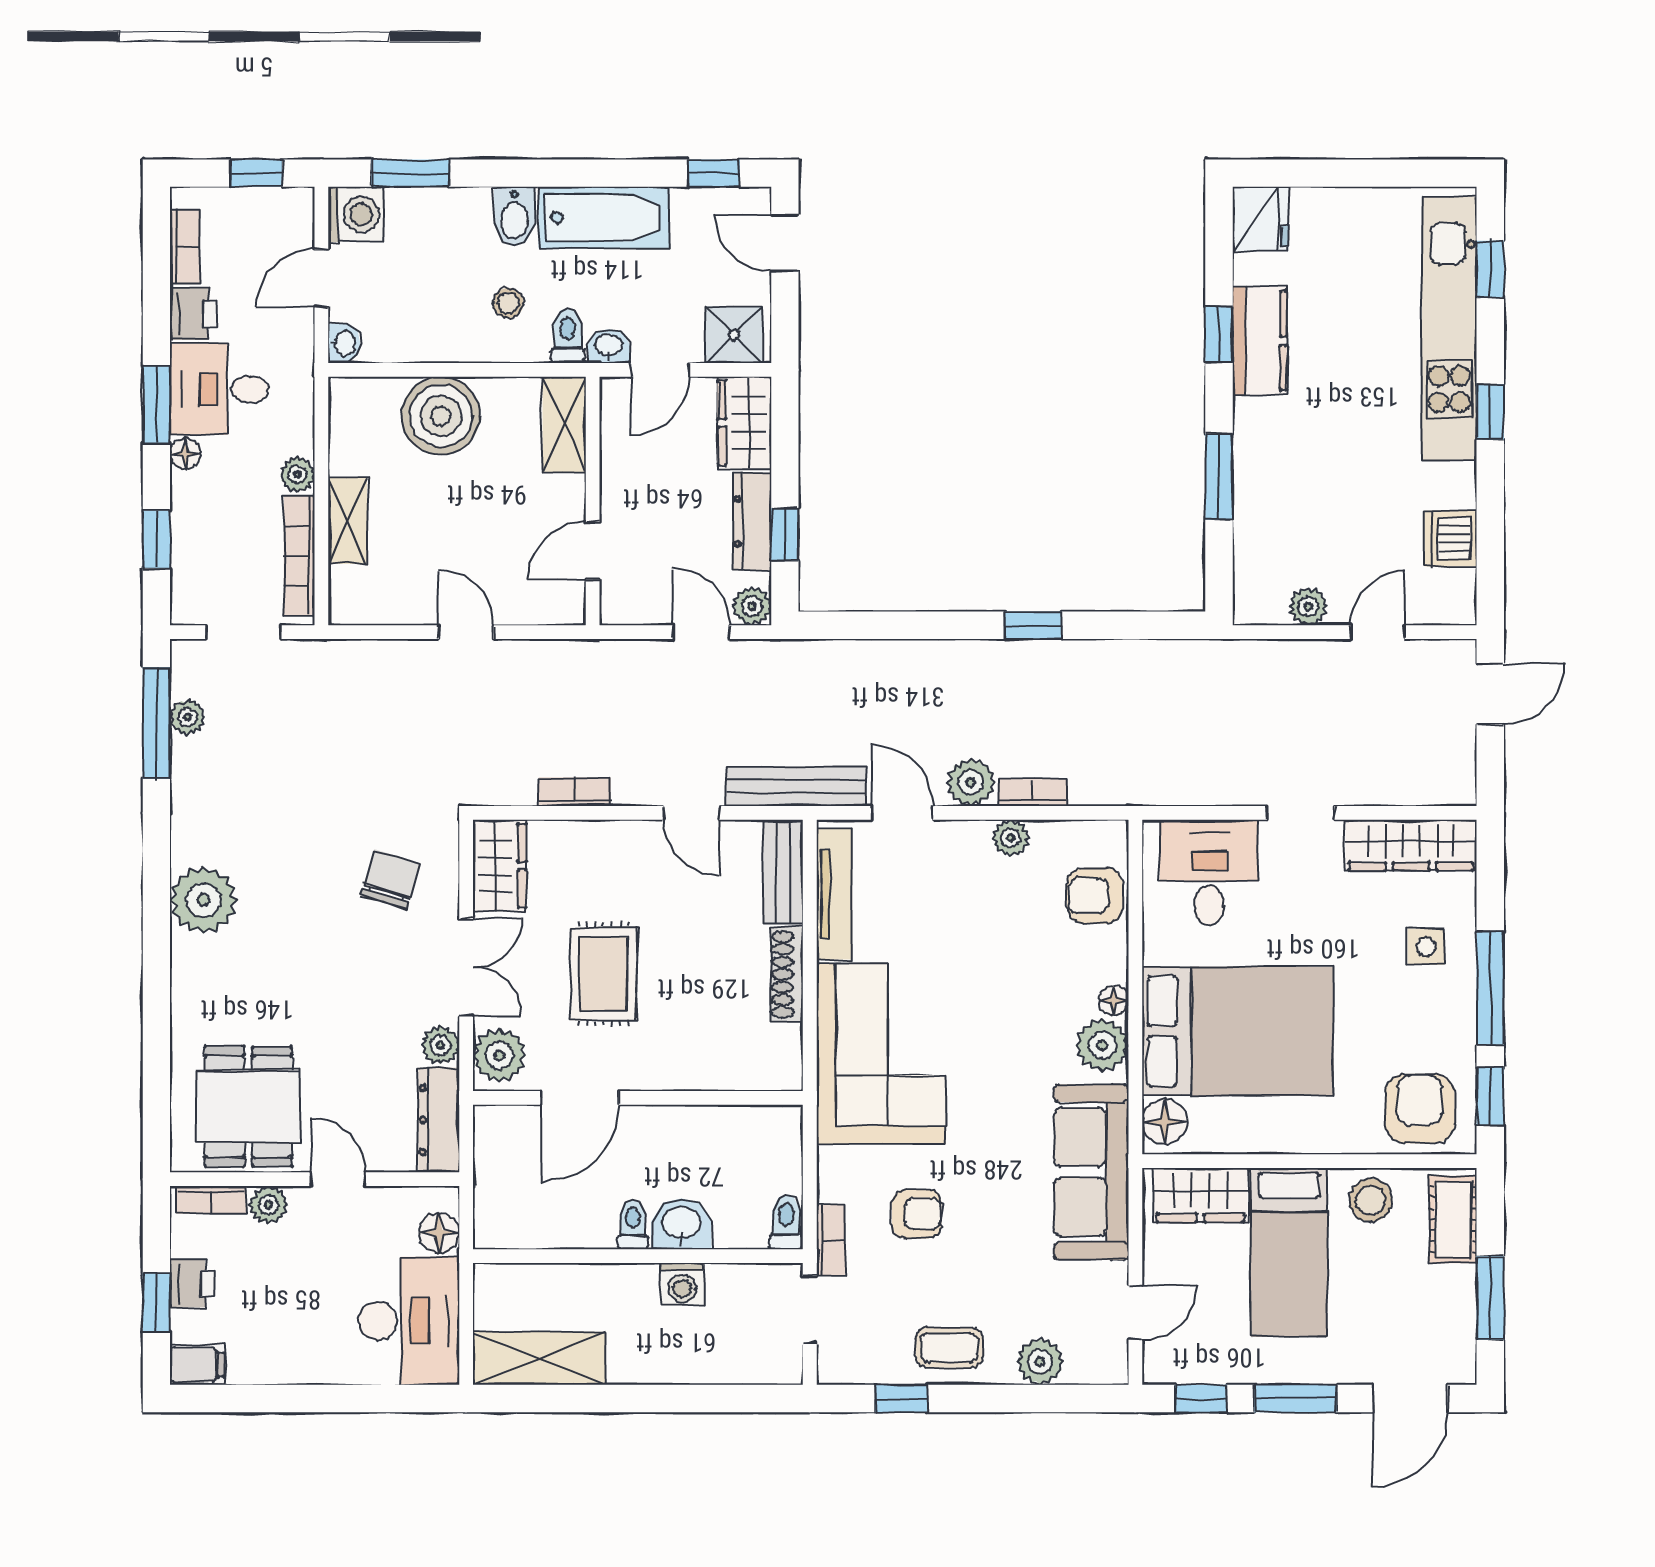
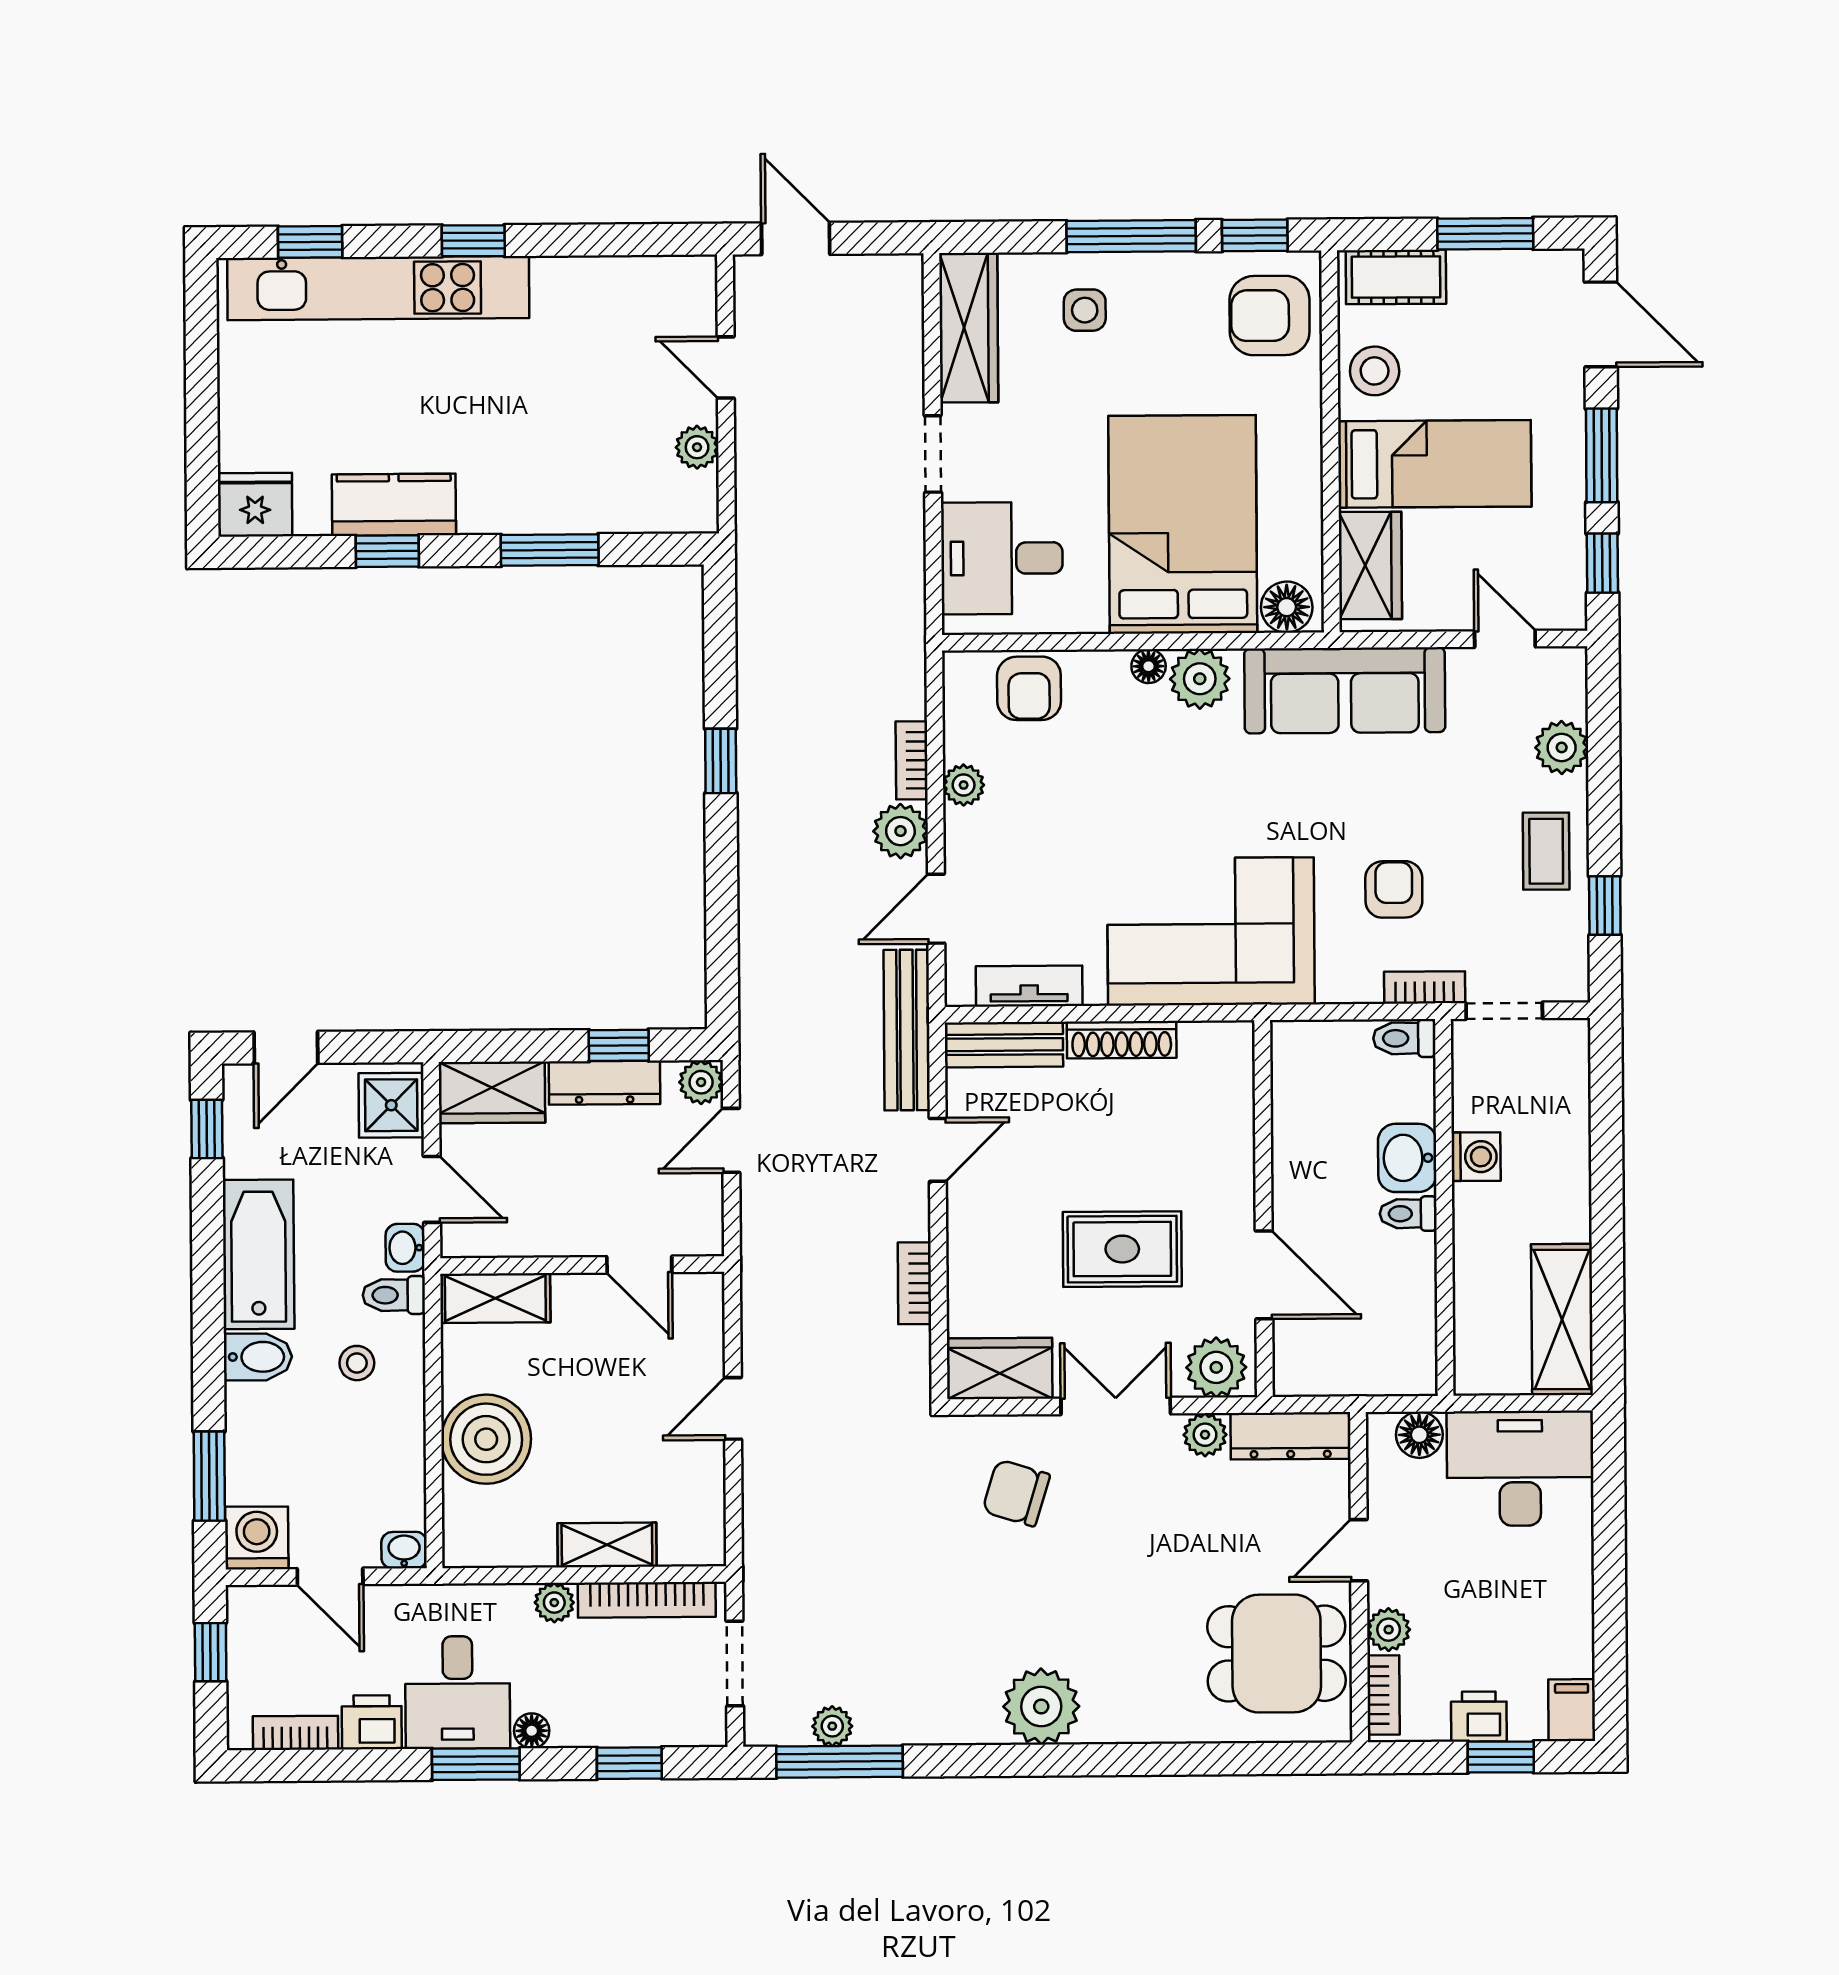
dishwasher: (1451, 538) -> (618, 285), removed
tv unit: (834, 894) -> (1029, 986), width x0.71

